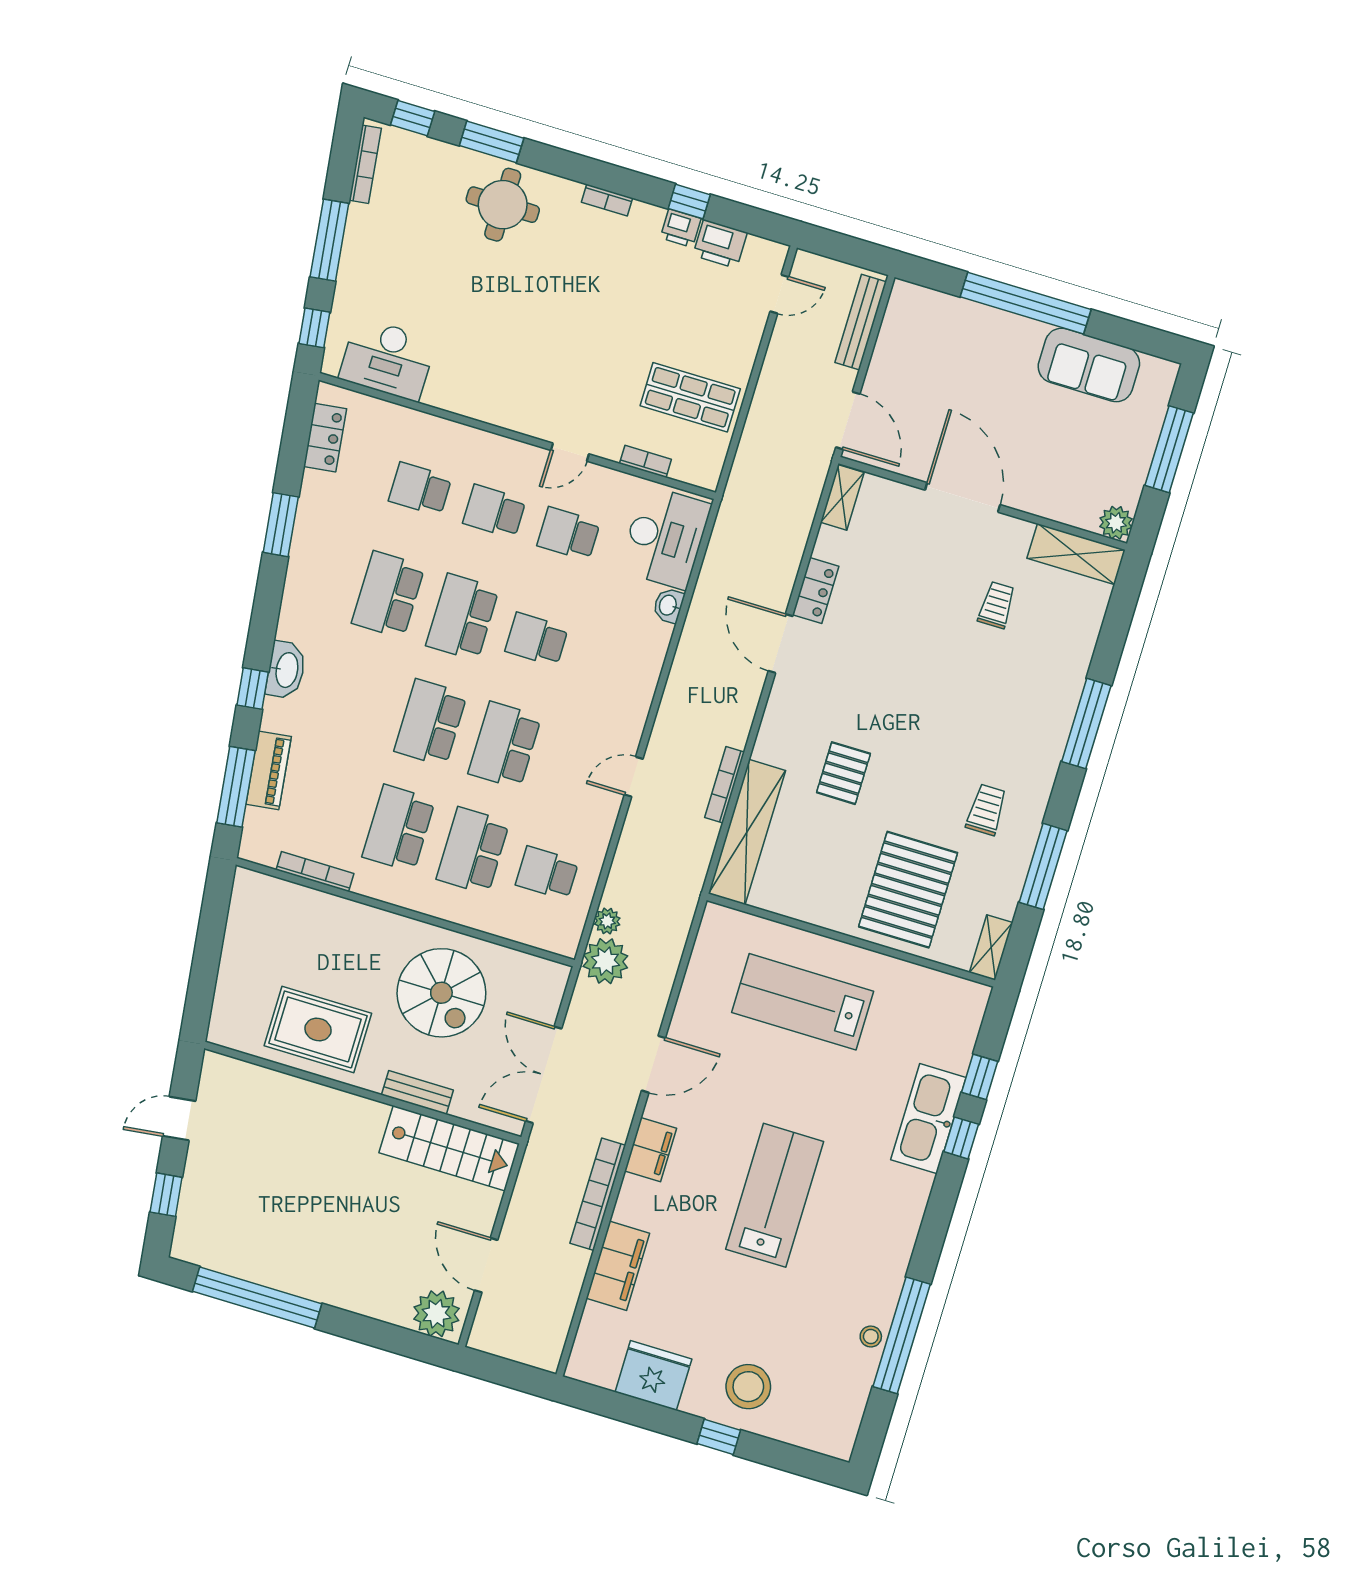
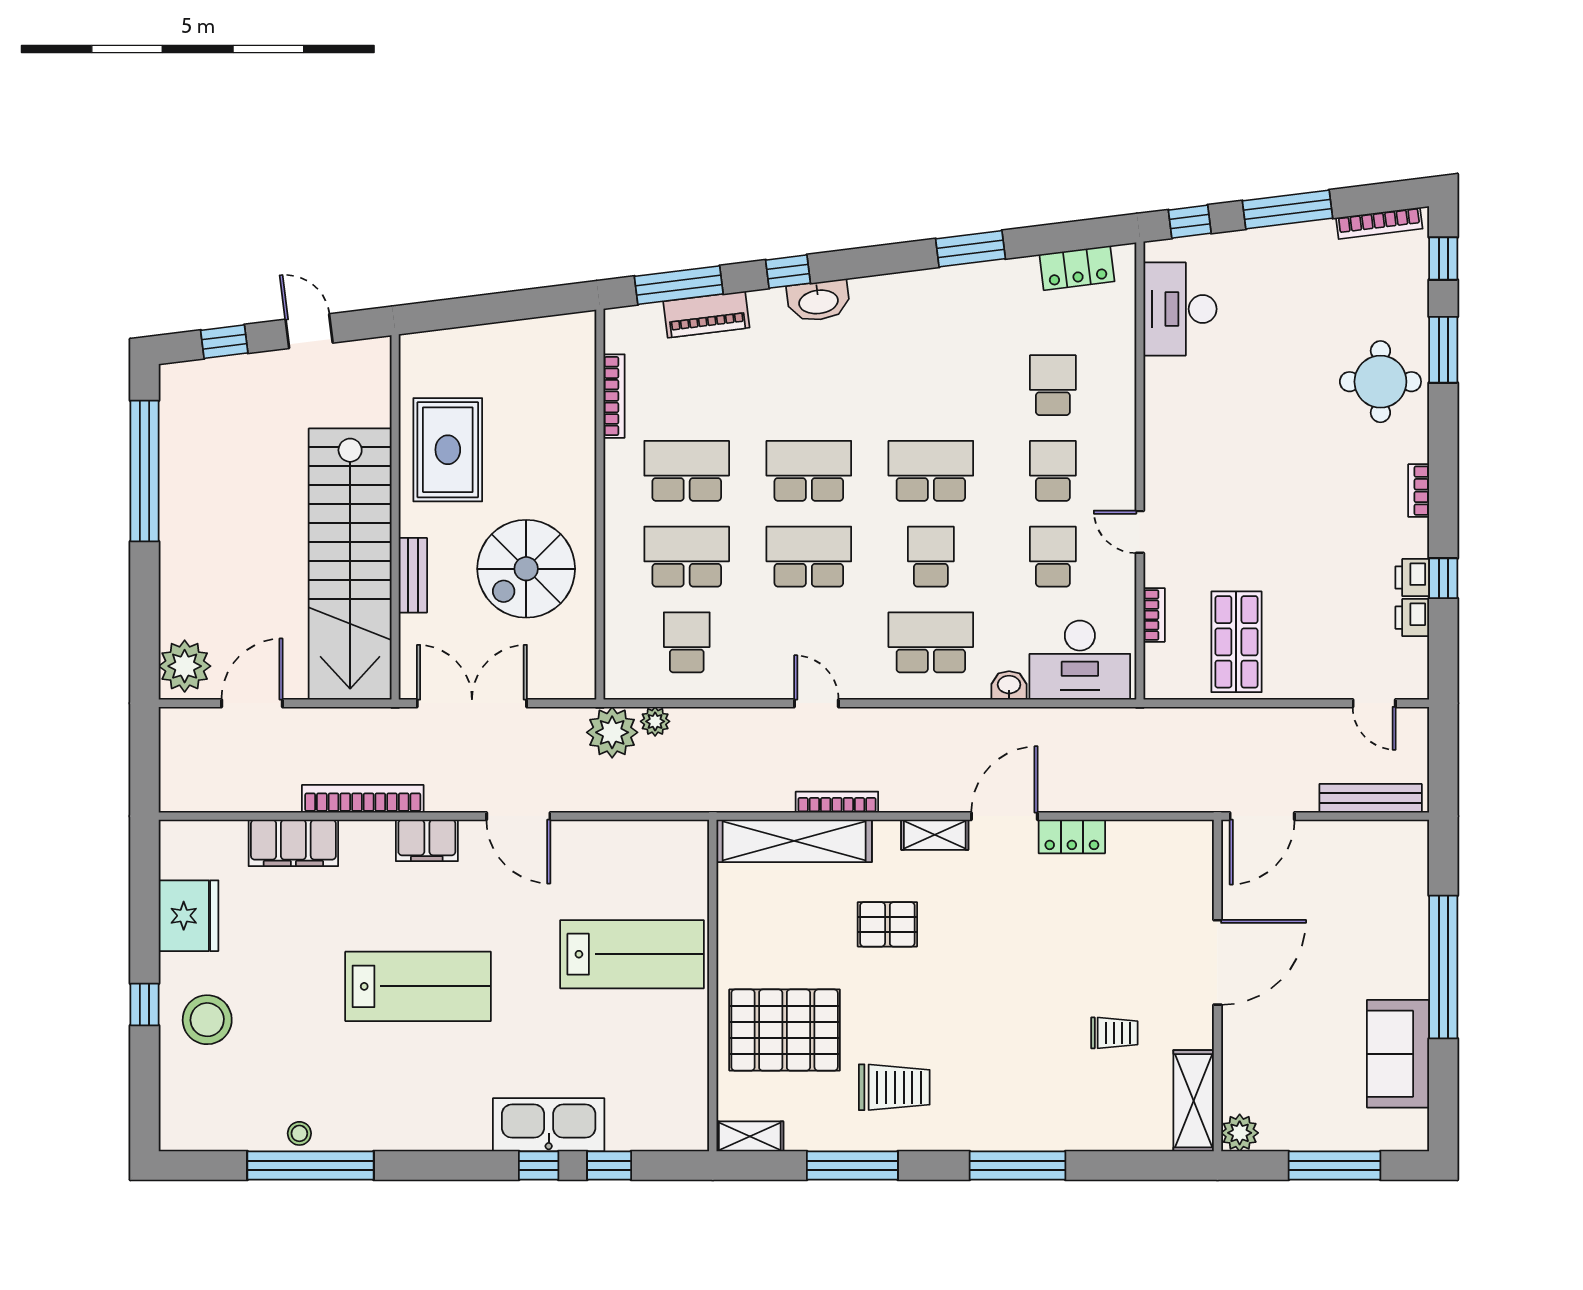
printer: (720, 244) -> (1412, 618), width x0.73, depth x0.81
shelving: (842, 497) -> (935, 835), moved
school desk: (388, 595) -> (931, 642), moved
trolley: (986, 810) -> (894, 1087), width x1.36, depth x1.39
lab bench: (803, 1002) -> (632, 954), turned 90
stairs: (449, 1148) -> (350, 564), width x1.86, depth x1.51

